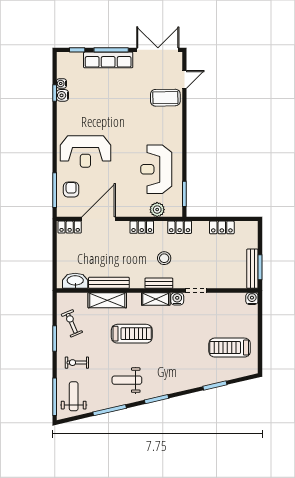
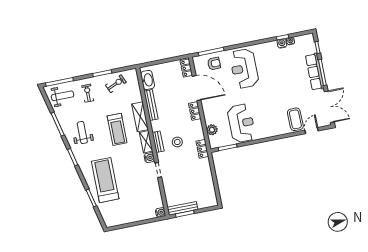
door: (184, 79) -> (312, 131), swing flipped
reception desk: (156, 169) -> (241, 123), turned 90
locker: (142, 227) -> (195, 111), moved
locker: (222, 227) -> (208, 180), removed
shelving: (107, 300) -> (140, 117), moved
treadmill: (230, 348) -> (105, 180), moved, width x1.37, depth x1.38

